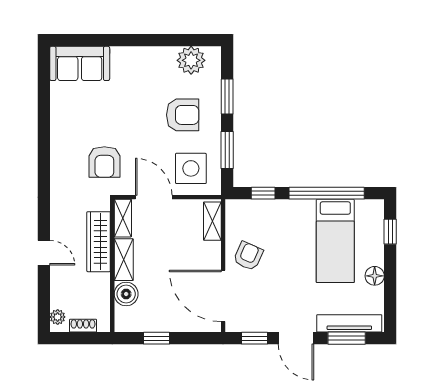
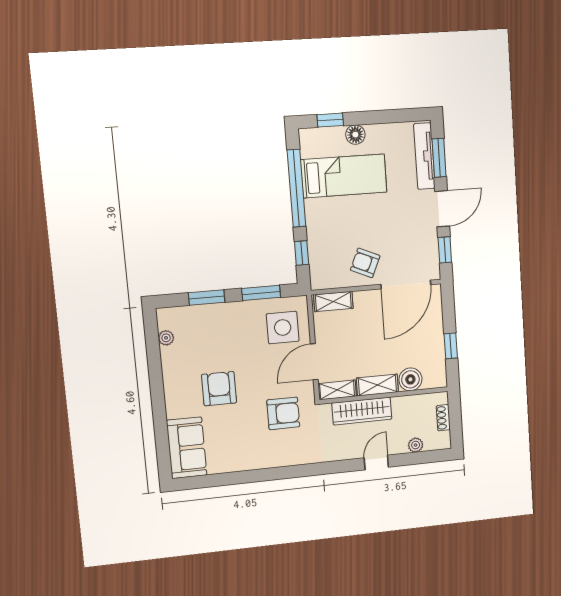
plant: (191, 60) -> (166, 338), width x0.53, depth x0.53
armchair: (183, 115) -> (219, 389), moved
floor lamp: (375, 276) -> (355, 135), moved
plant: (58, 317) -> (416, 445), moved

